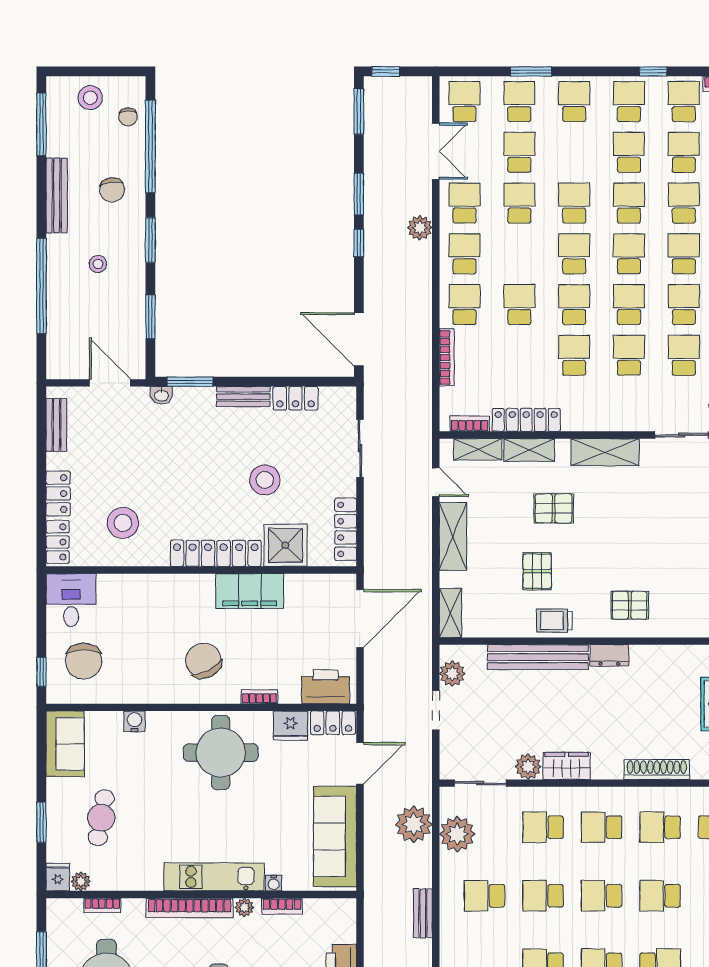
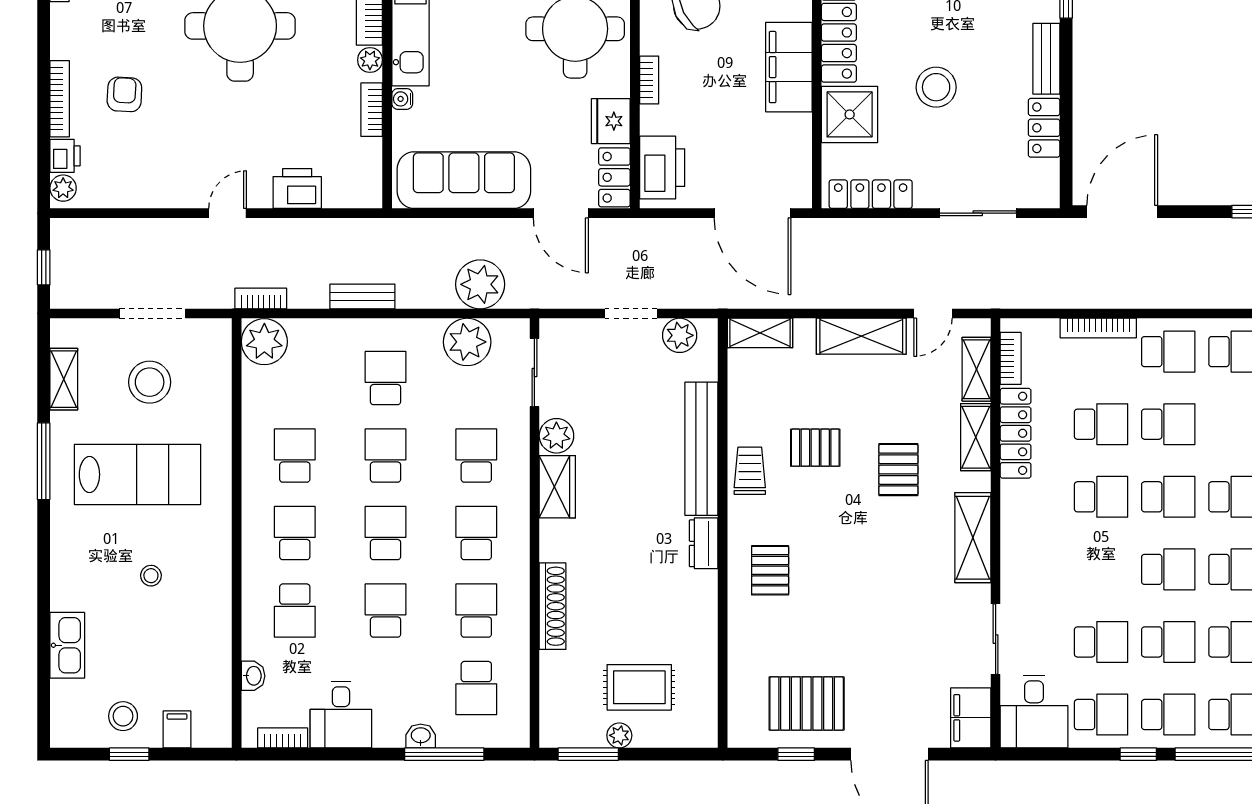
school desk: (629, 355) -> (1101, 424), moved

